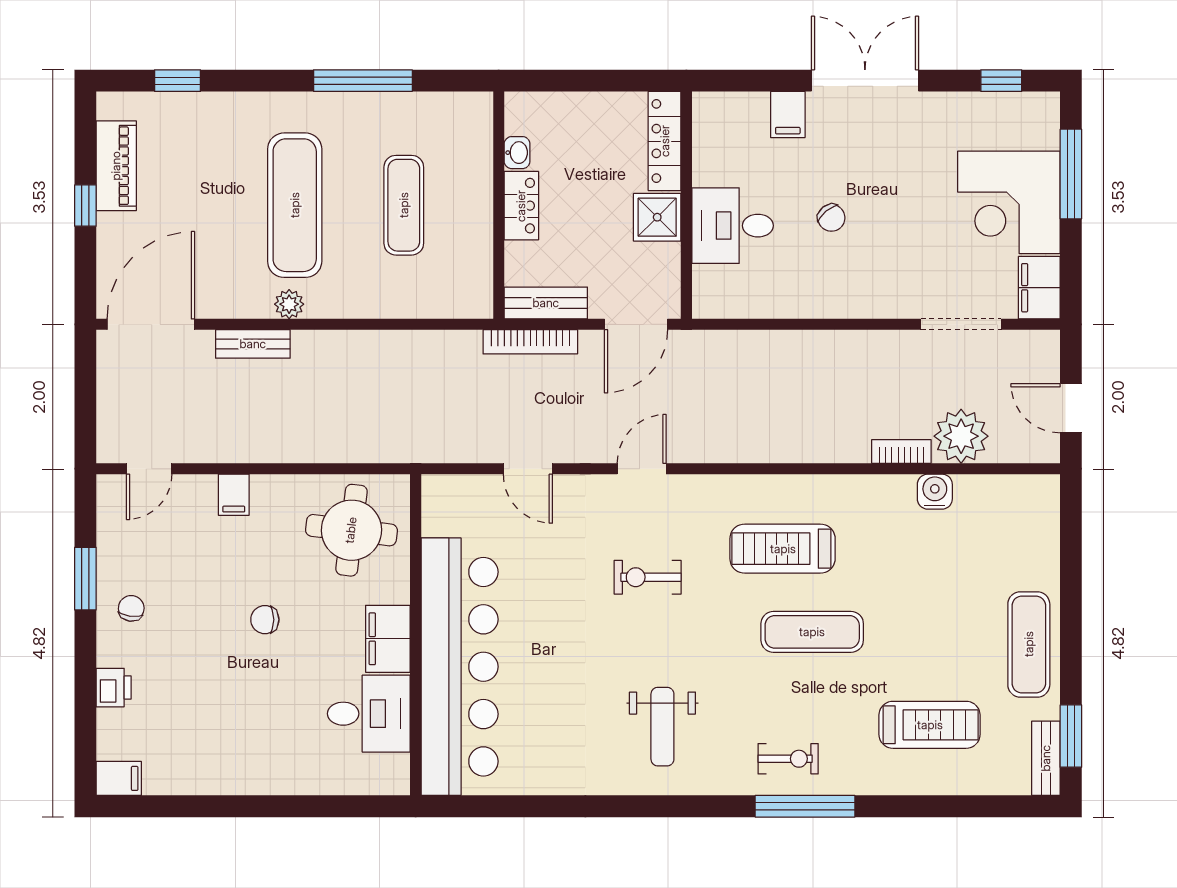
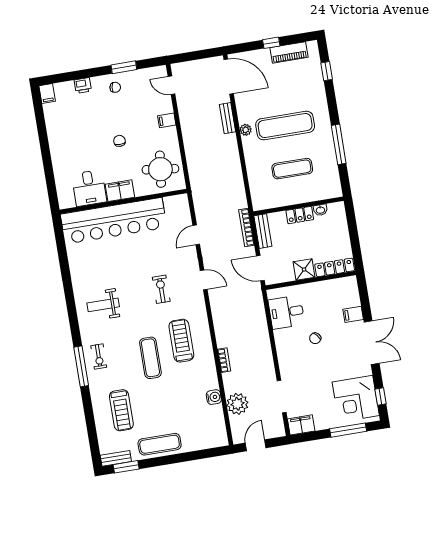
corner desk: (1009, 202) -> (356, 399), moved, turned -90
desk: (733, 226) -> (286, 312), moved, turned -90
bookcase: (901, 451) -> (224, 360), moved

